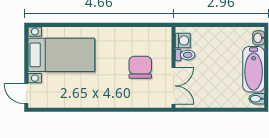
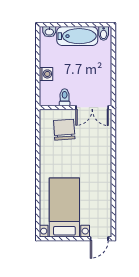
washing machine: (183, 40) -> (46, 74), moved, turned 90
chair: (140, 67) -> (64, 130), moved, turned 86
double door: (174, 86) -> (92, 108), swing flipped

